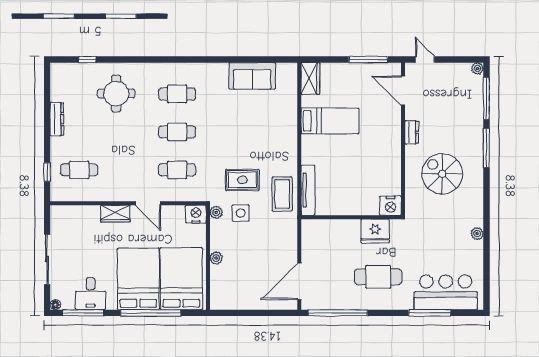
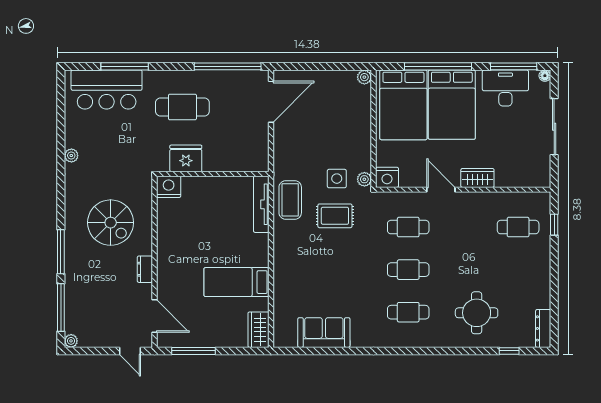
dresser: (57, 119) -> (543, 328), moved
plant: (216, 258) -> (364, 77), moved
desk: (90, 294) -> (505, 88), width x1.37

